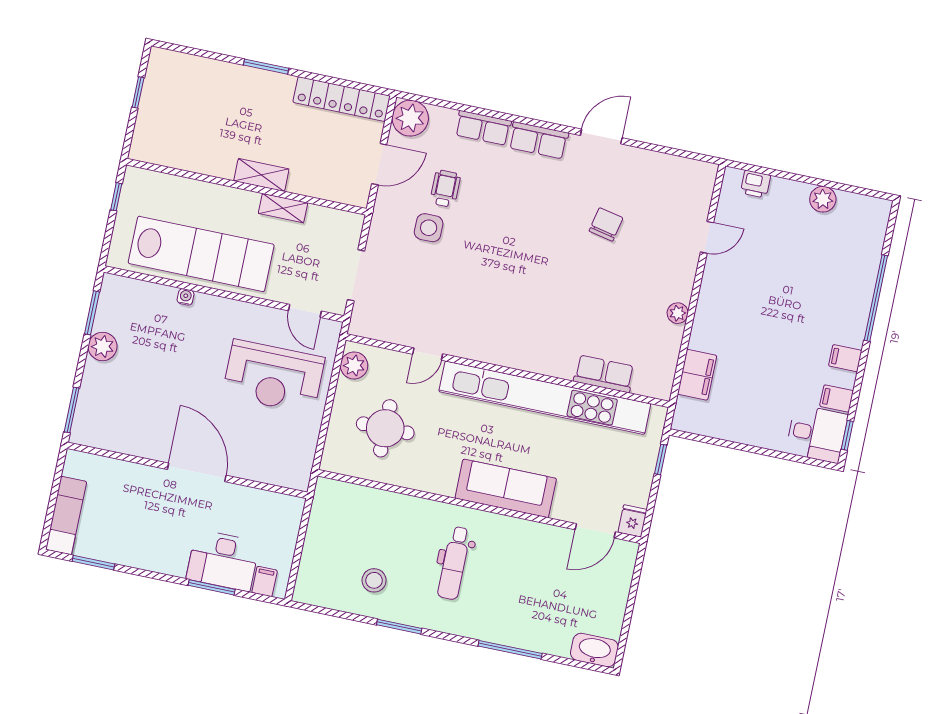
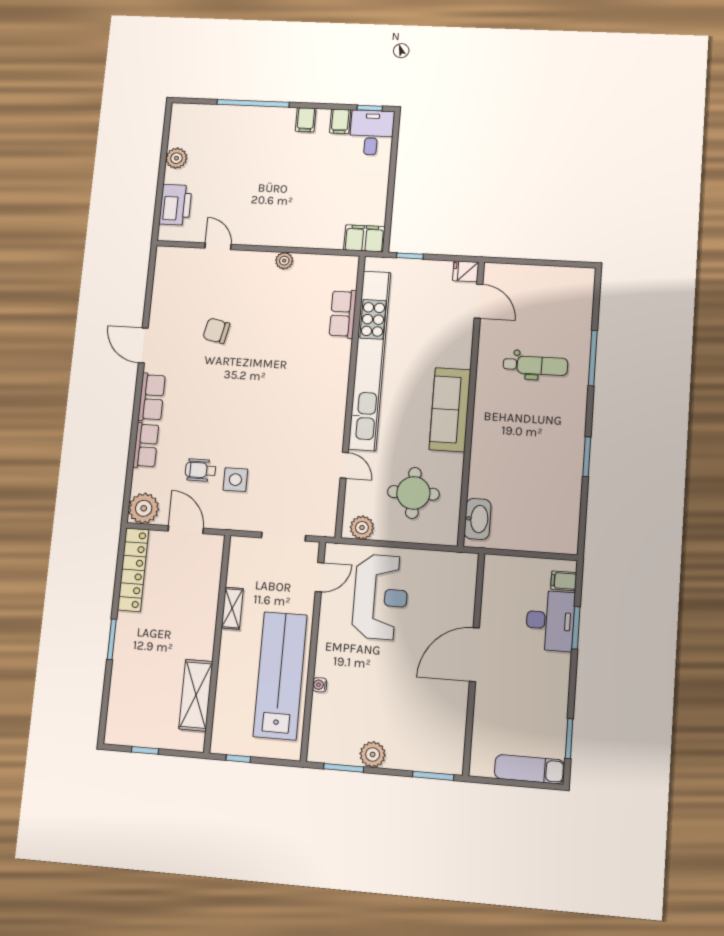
shelving: (261, 175) -> (196, 695), moved, width x1.50, depth x1.33
printer: (755, 184) -> (175, 205), width x1.87, depth x1.48
filing cabinet: (697, 375) -> (364, 238), moved
sofa: (506, 488) -> (450, 410), moved
dental chair: (454, 563) -> (535, 365), moved
stool: (374, 580) -> (549, 484), removed
washbasin: (594, 650) -> (478, 519), moved, turned 180

